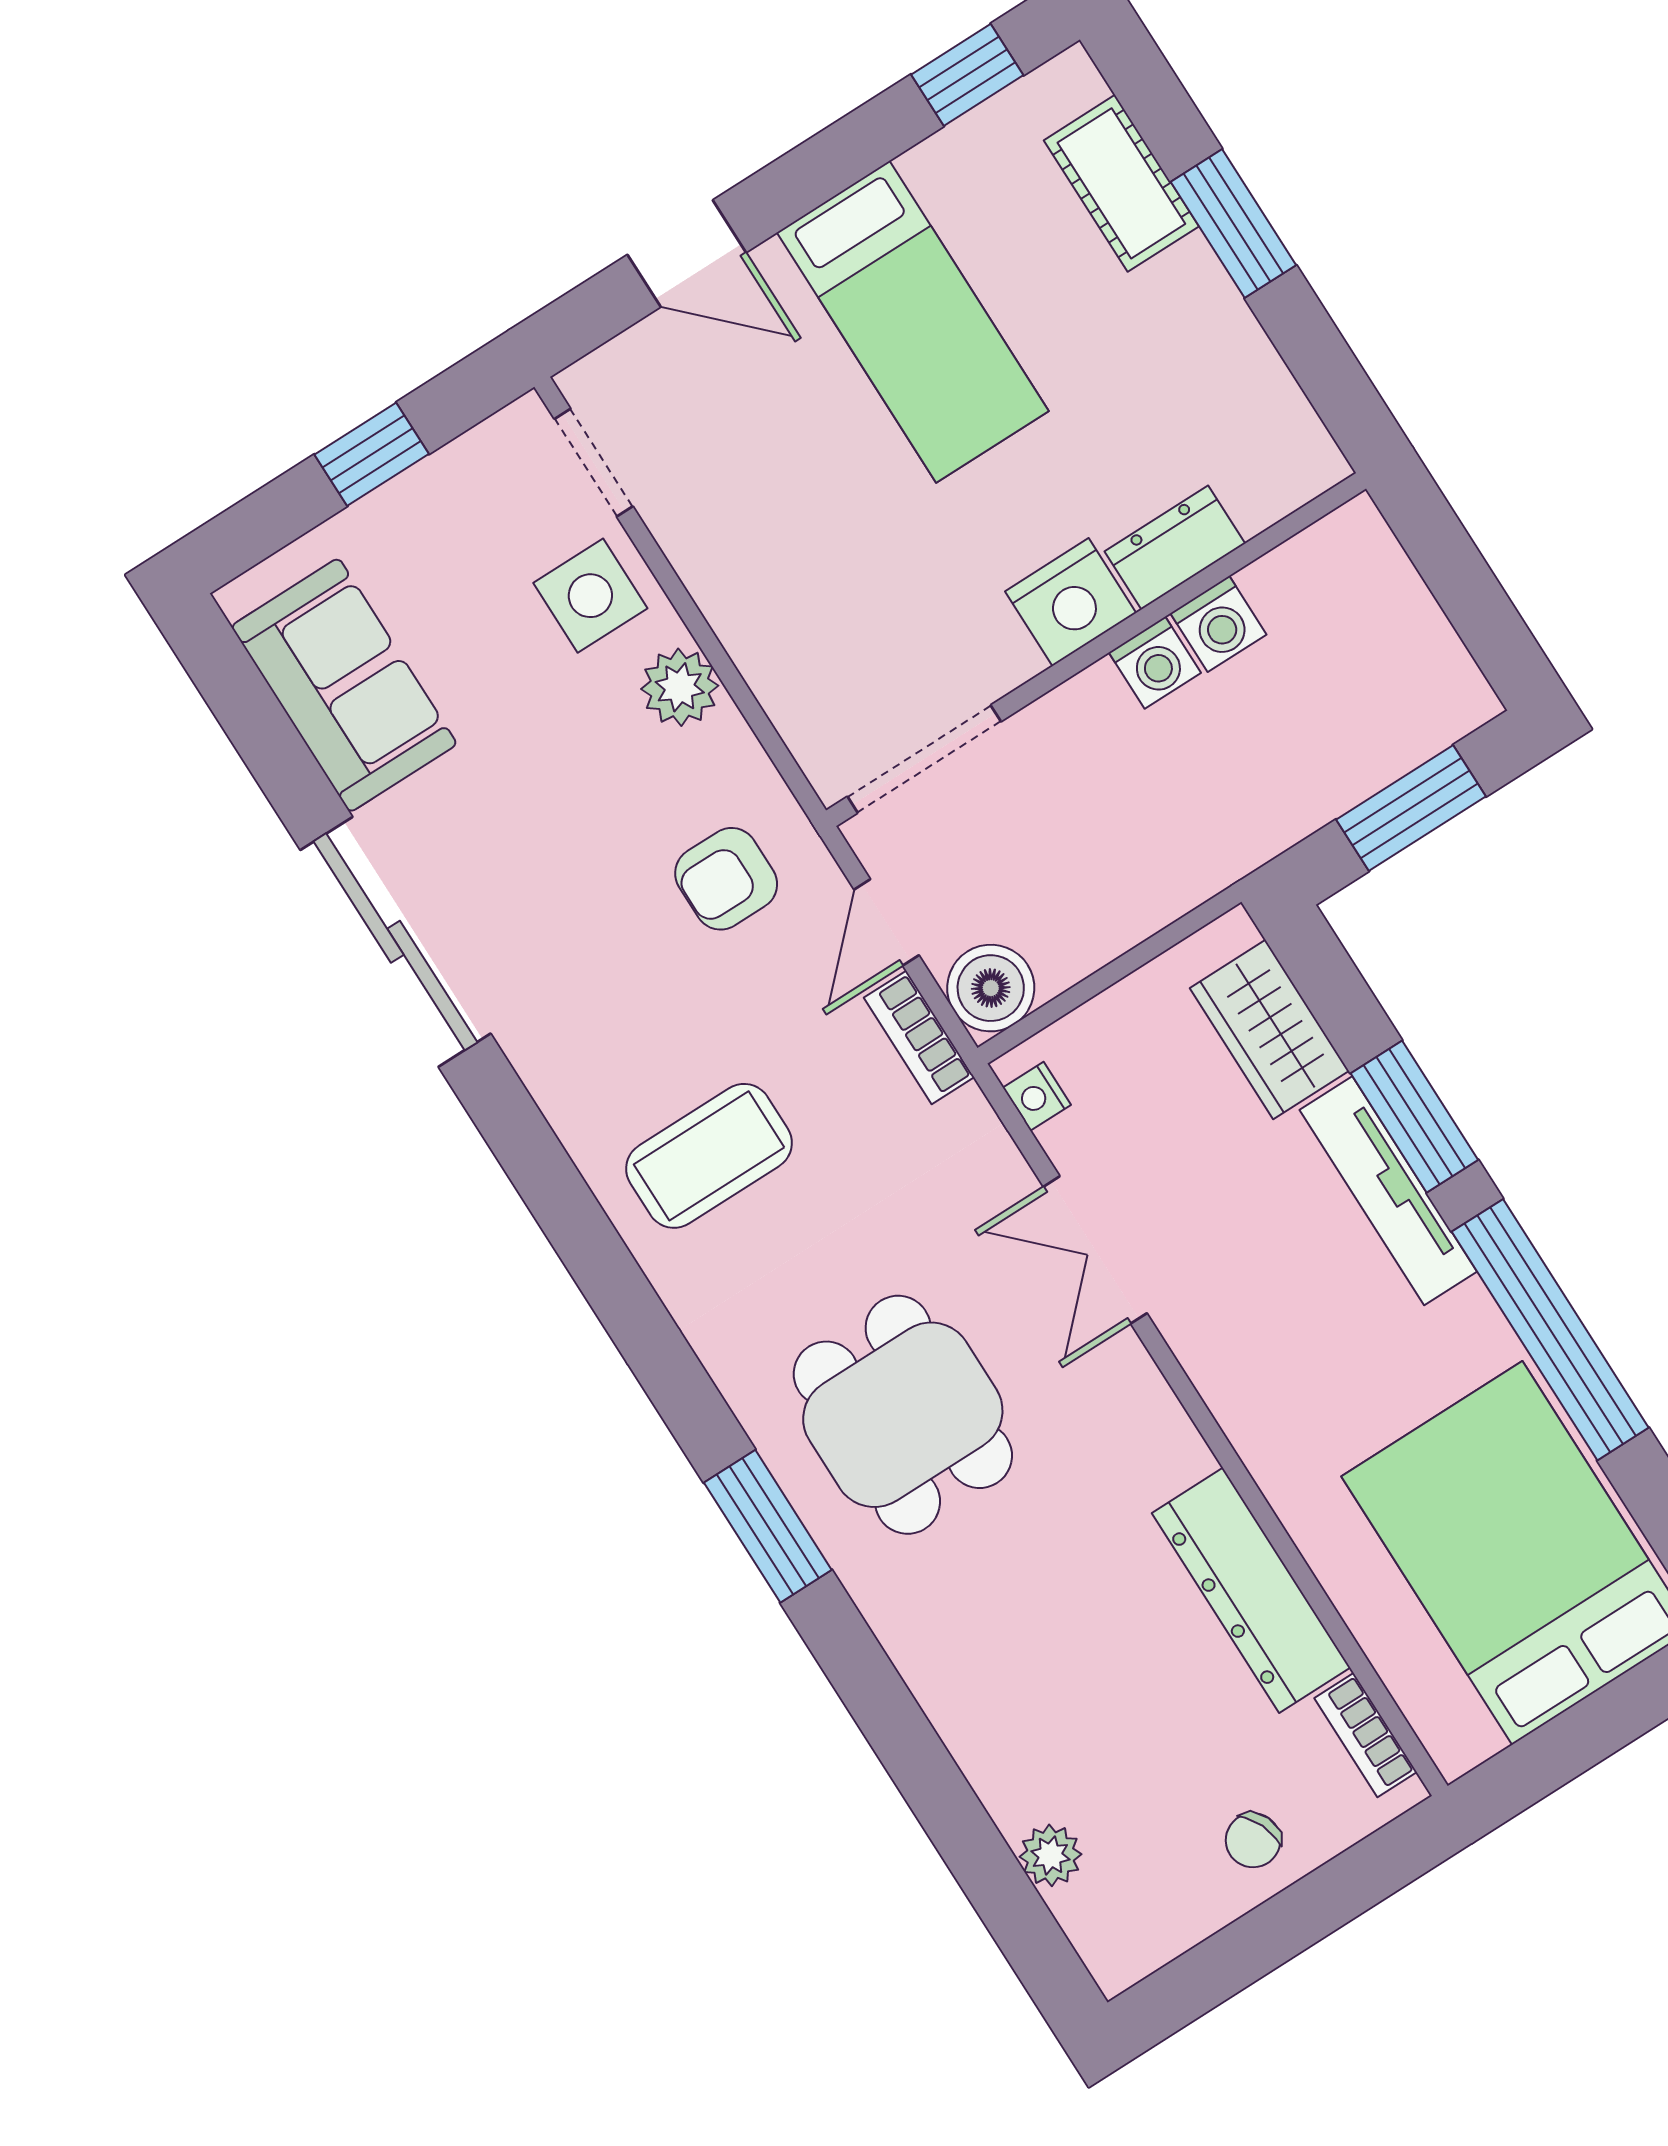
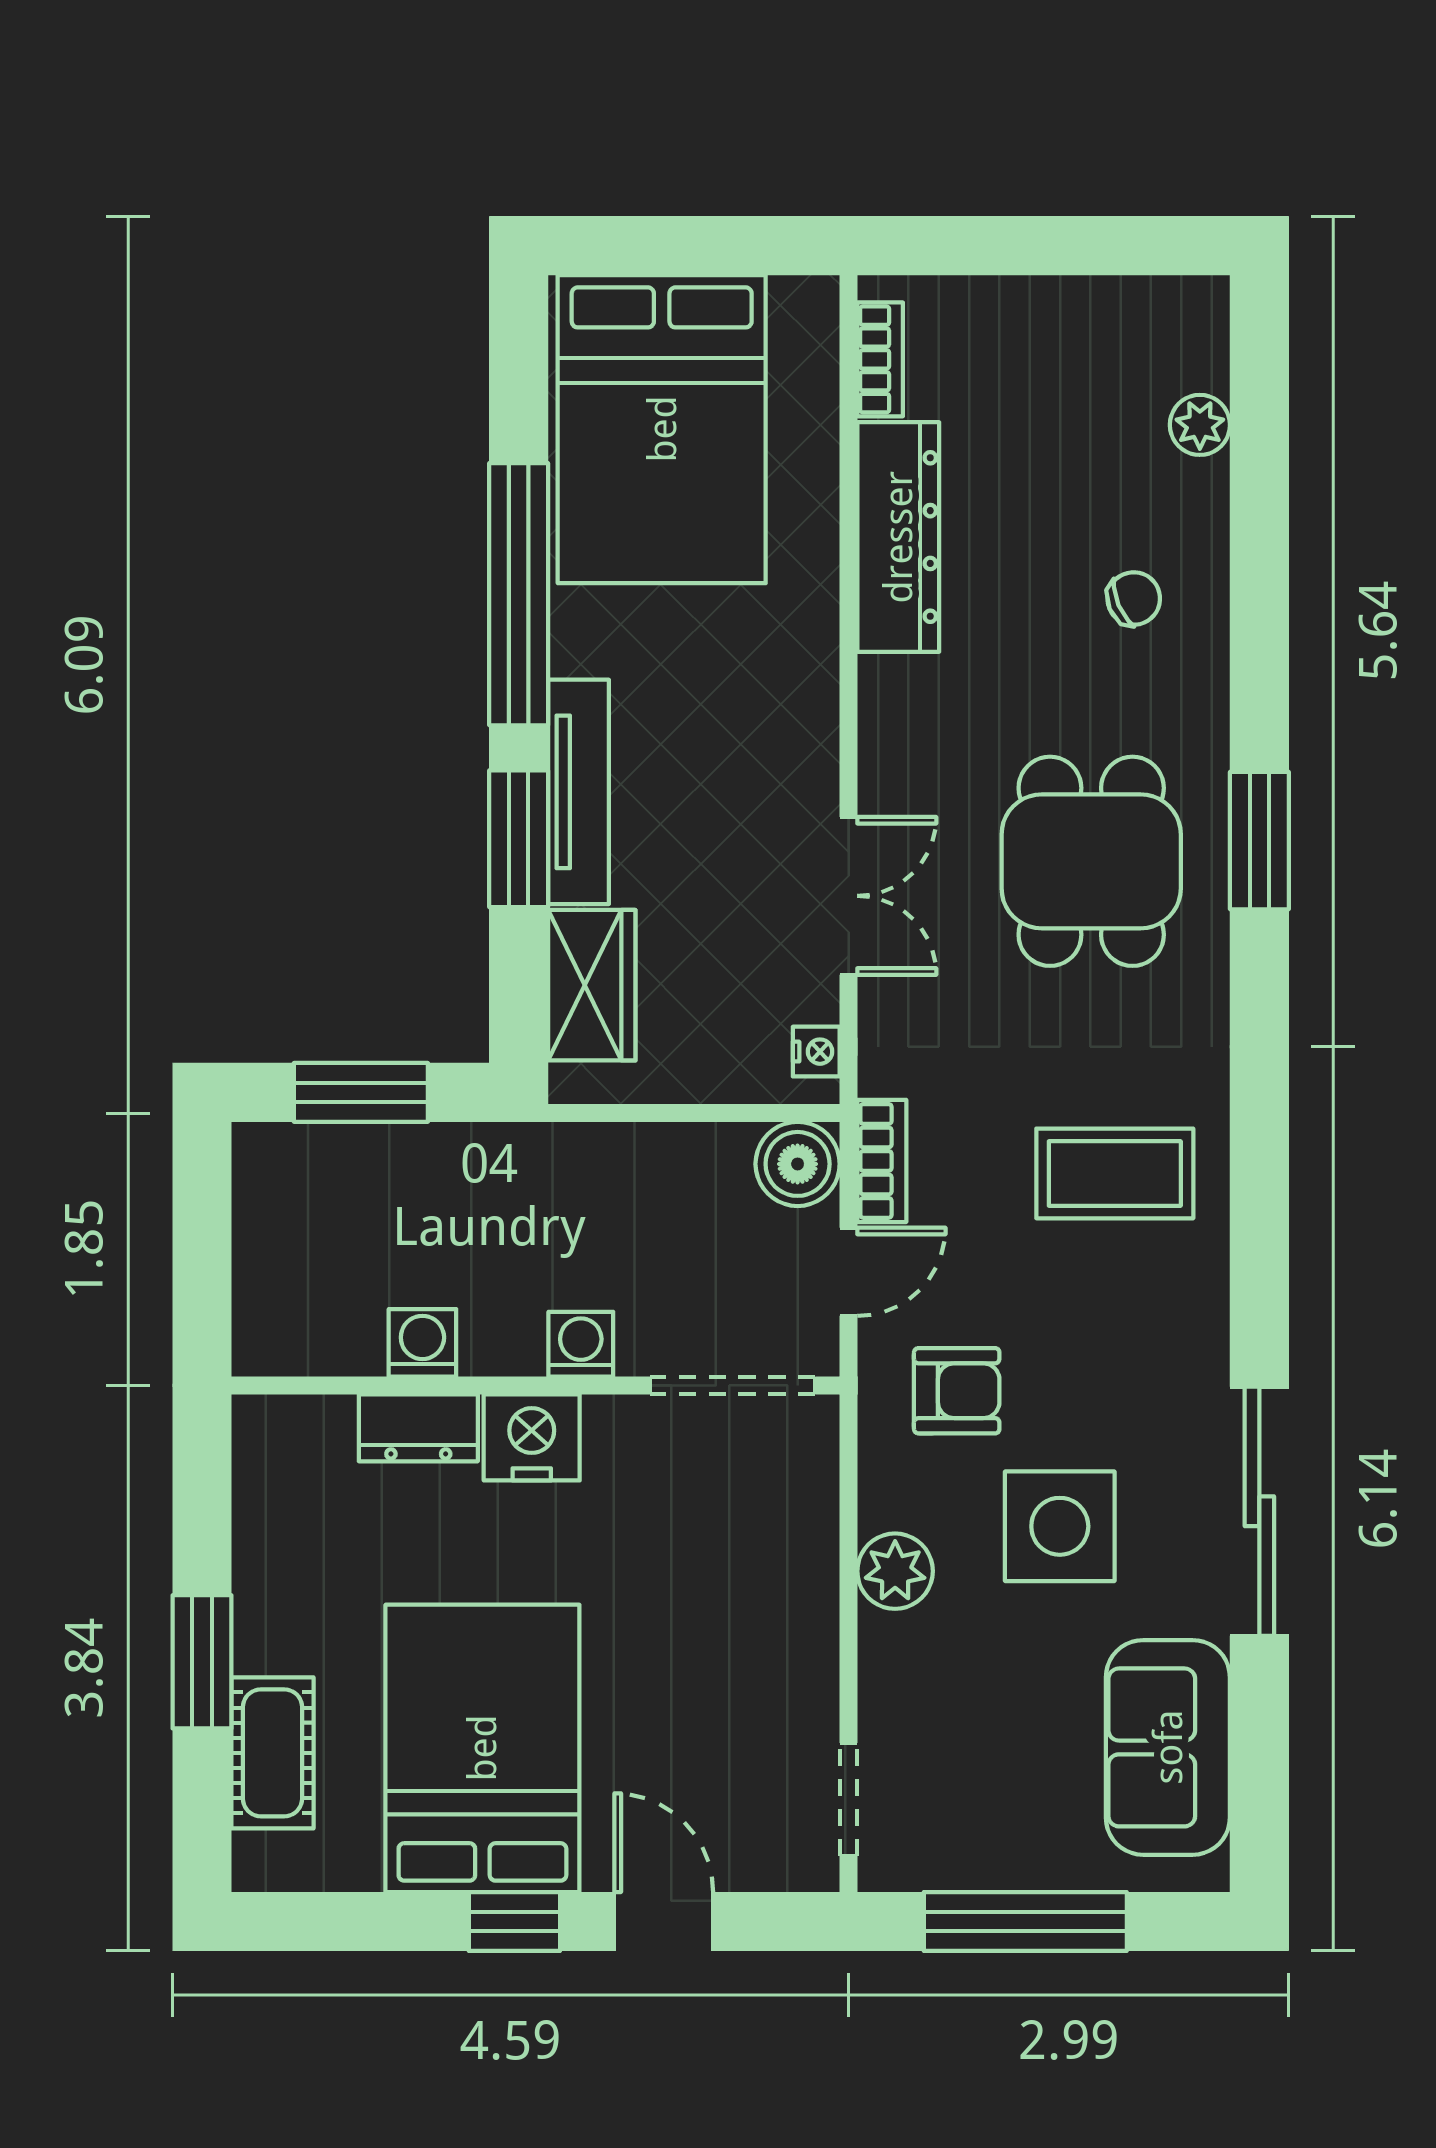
window: (967, 75) -> (514, 1922), moved
bed: (913, 322) -> (482, 1748), width x1.50
window: (372, 454) -> (1025, 1922), width x2.17
side table: (590, 596) -> (1060, 1526), moved, width x1.37, depth x1.37
washing machine: (1155, 663) -> (581, 1344), moved
chair: (1253, 1840) -> (1134, 599), moved

